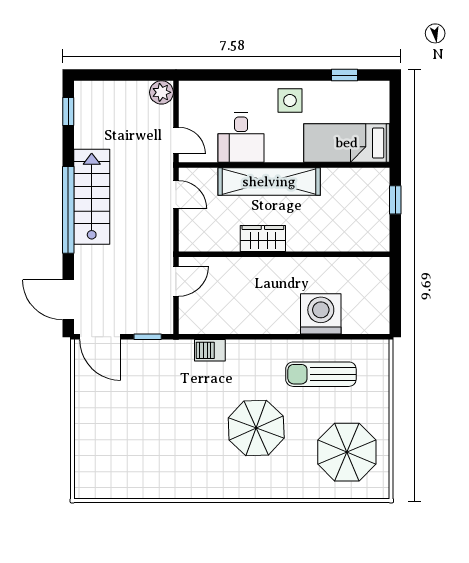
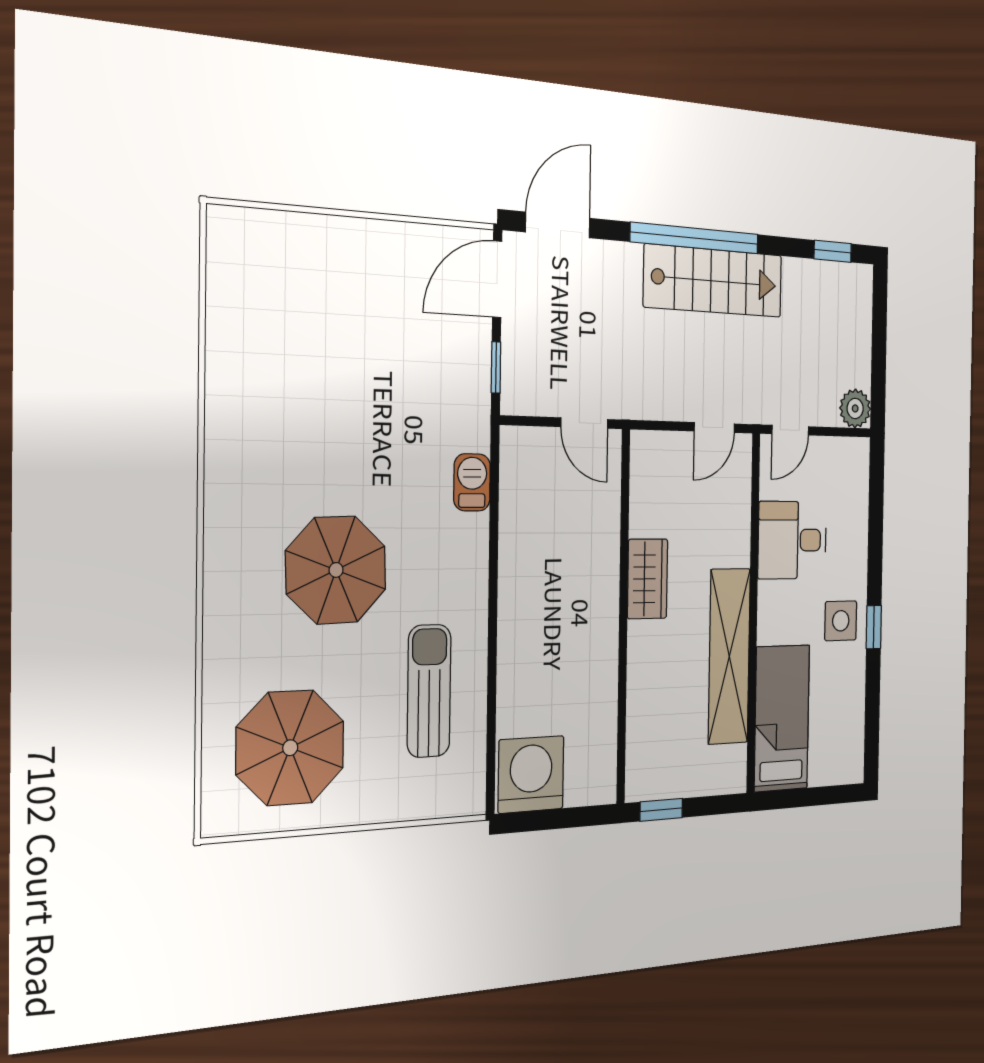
window: (345, 75) -> (874, 627), moved
shelving: (269, 182) -> (729, 656), moved
window: (395, 200) -> (661, 810), moved
washing machine: (321, 314) -> (531, 774), moved, turned -90

